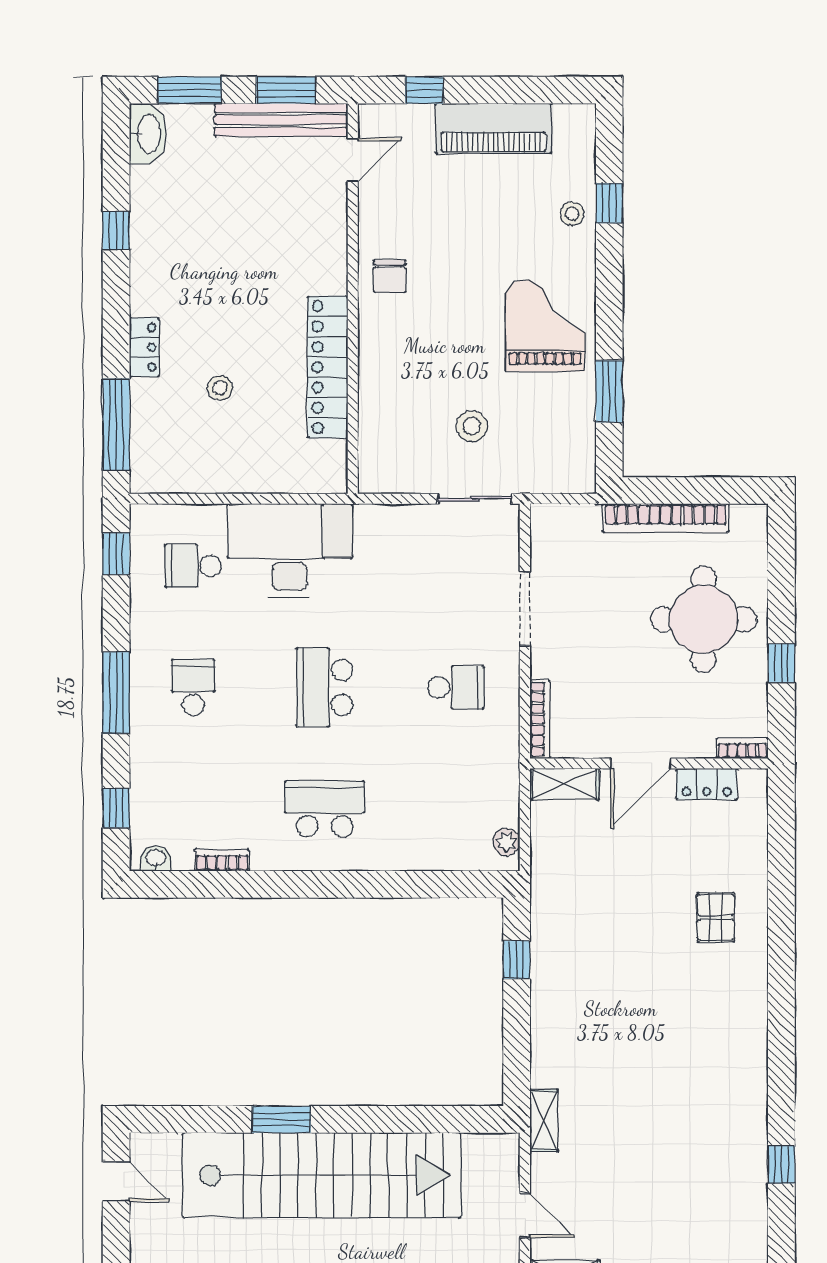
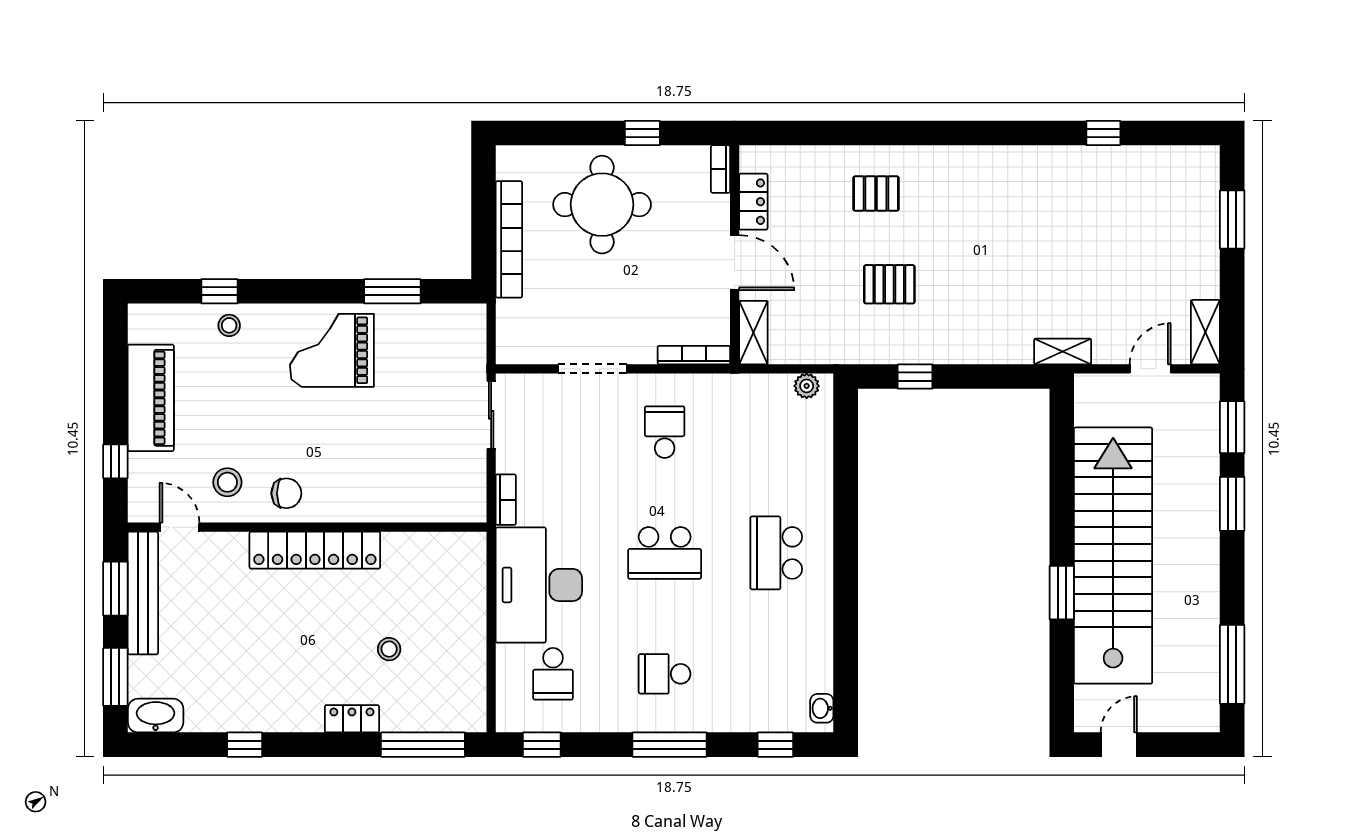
locker: (328, 367) -> (315, 550), moved
stool: (472, 426) -> (227, 482), moved
bookcase: (222, 860) -> (506, 500), moved, turned 180
pallet: (617, 932) -> (889, 284), added

